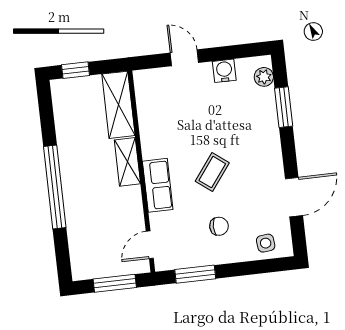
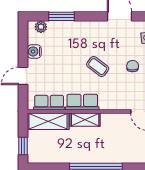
row of seats: (147, 103) -> (49, 103), added
row of seats: (158, 185) -> (82, 102), moved

